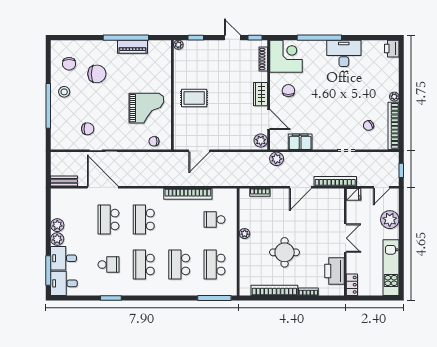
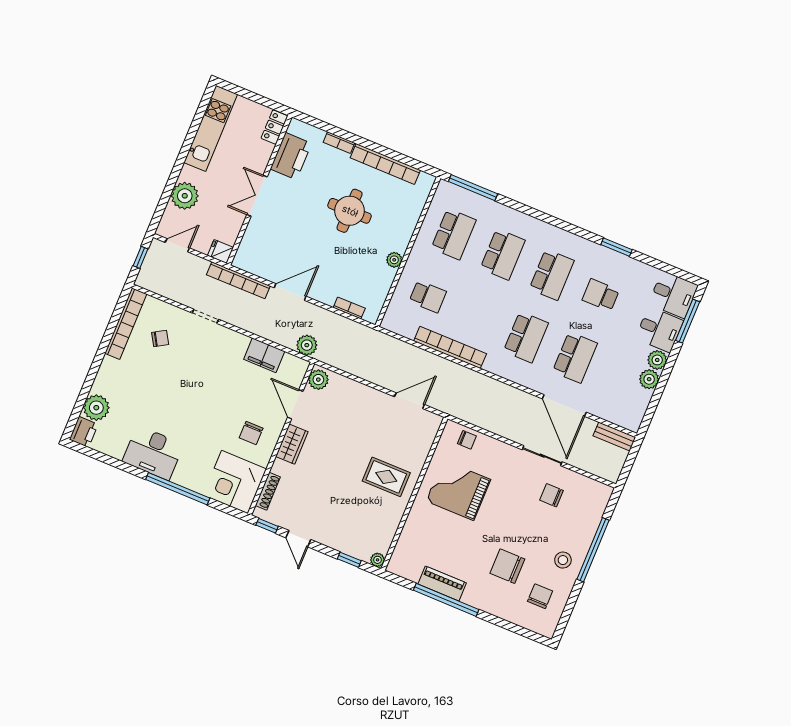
plant: (394, 97) -> (96, 408), moved, width x1.88, depth x1.88

